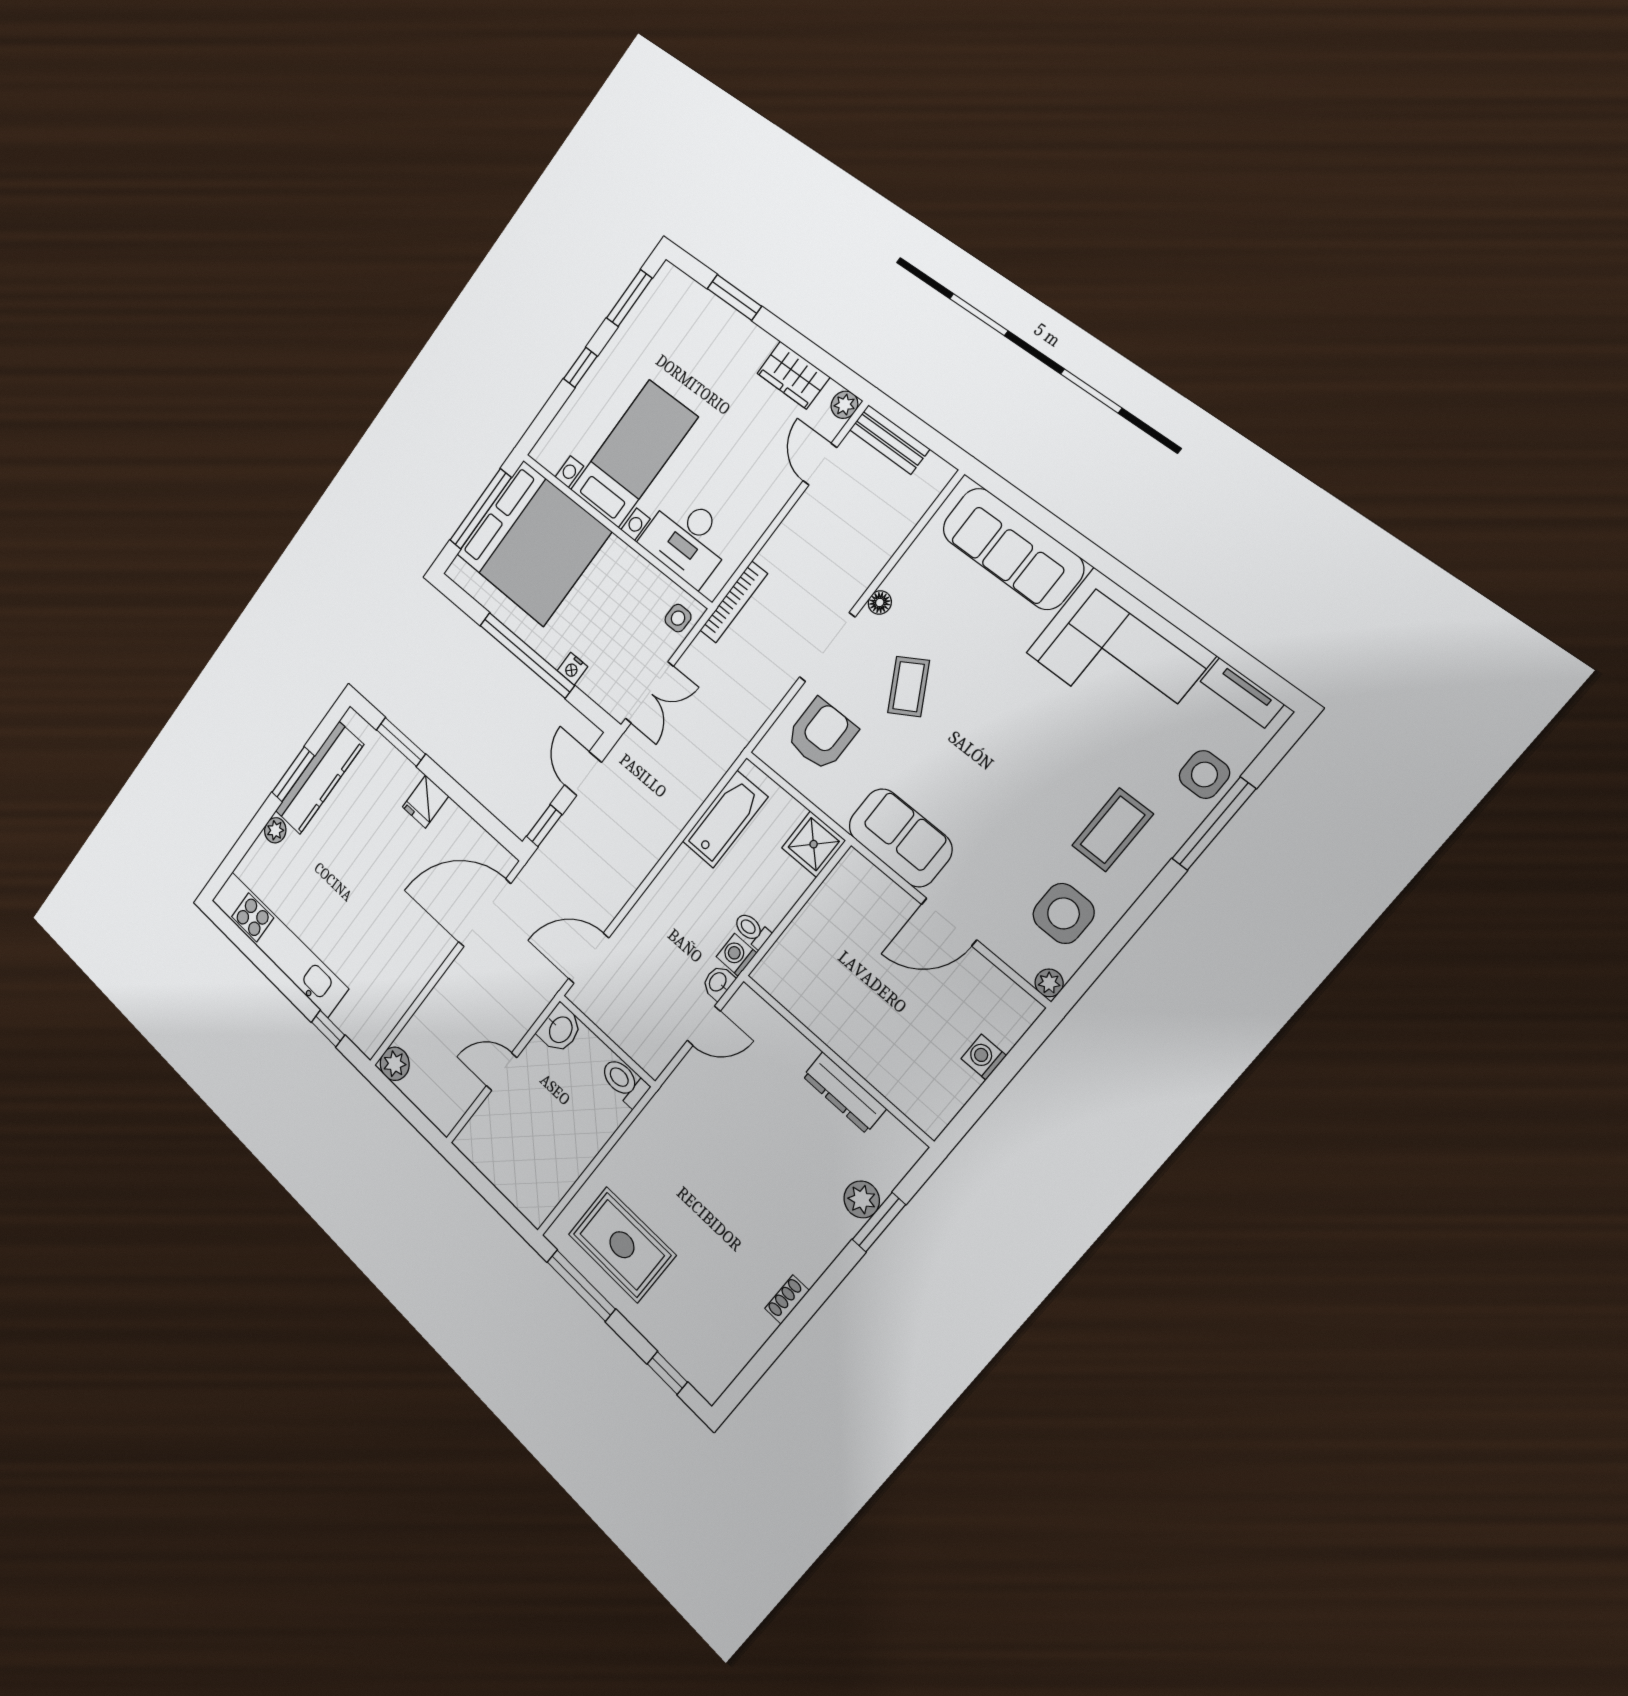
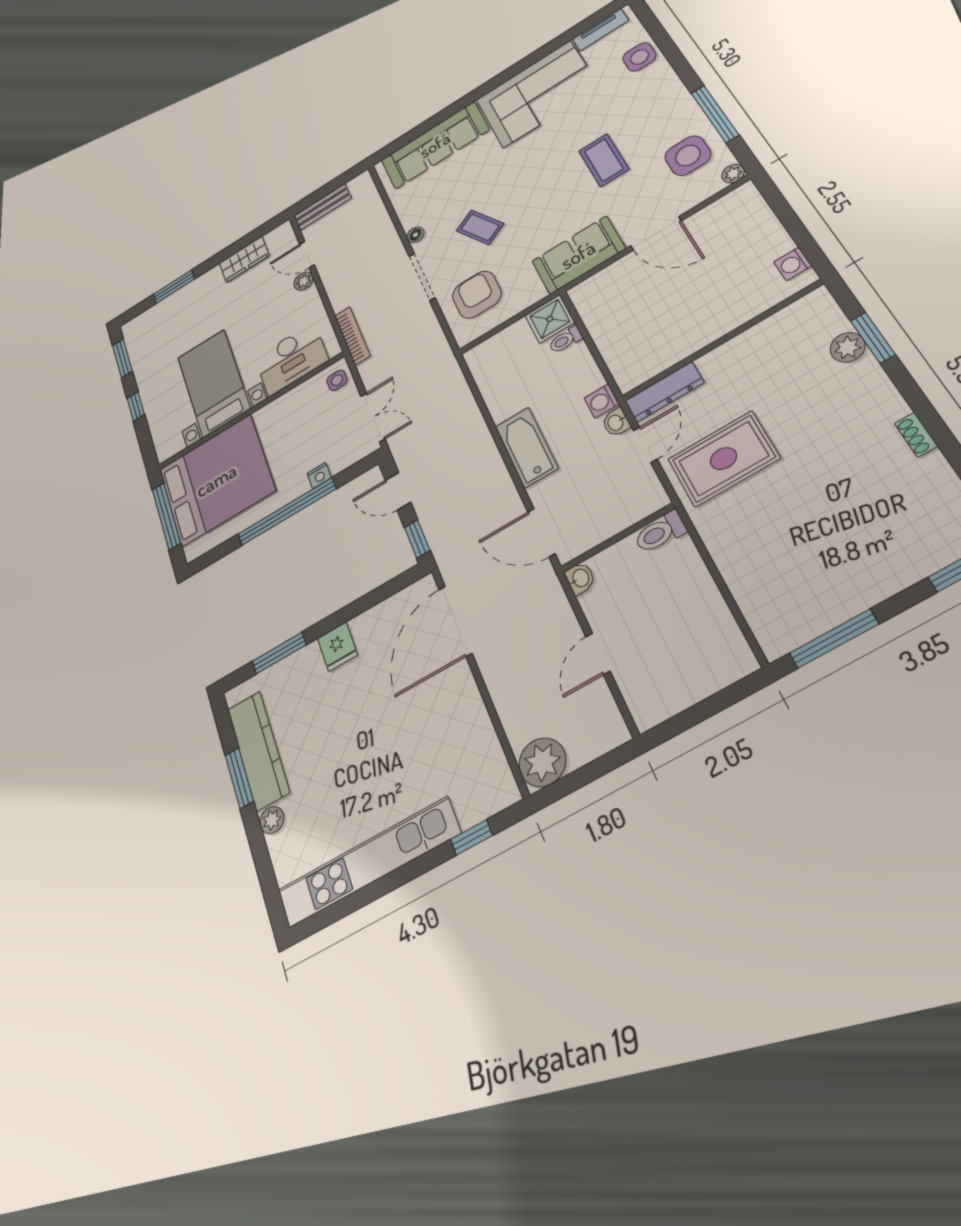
plant: (844, 405) -> (304, 281), moved
bathtub: (725, 819) -> (526, 447), moved
window: (1214, 824) -> (715, 114), moved
coffee table: (1113, 830) -> (604, 160), moved
door: (949, 922) -> (656, 233), hinge flipped
toilet: (752, 930) -> (566, 340), moved
door: (589, 958) -> (541, 533), hinge flipped
washbasin: (560, 1029) -> (580, 578), width x0.72, depth x0.69
washing machine: (984, 1057) -> (793, 264), moved
plant: (395, 1064) -> (542, 762), width x1.36, depth x1.36
dresser: (844, 1093) -> (664, 392), moved
rug: (622, 1245) -> (724, 459), moved

